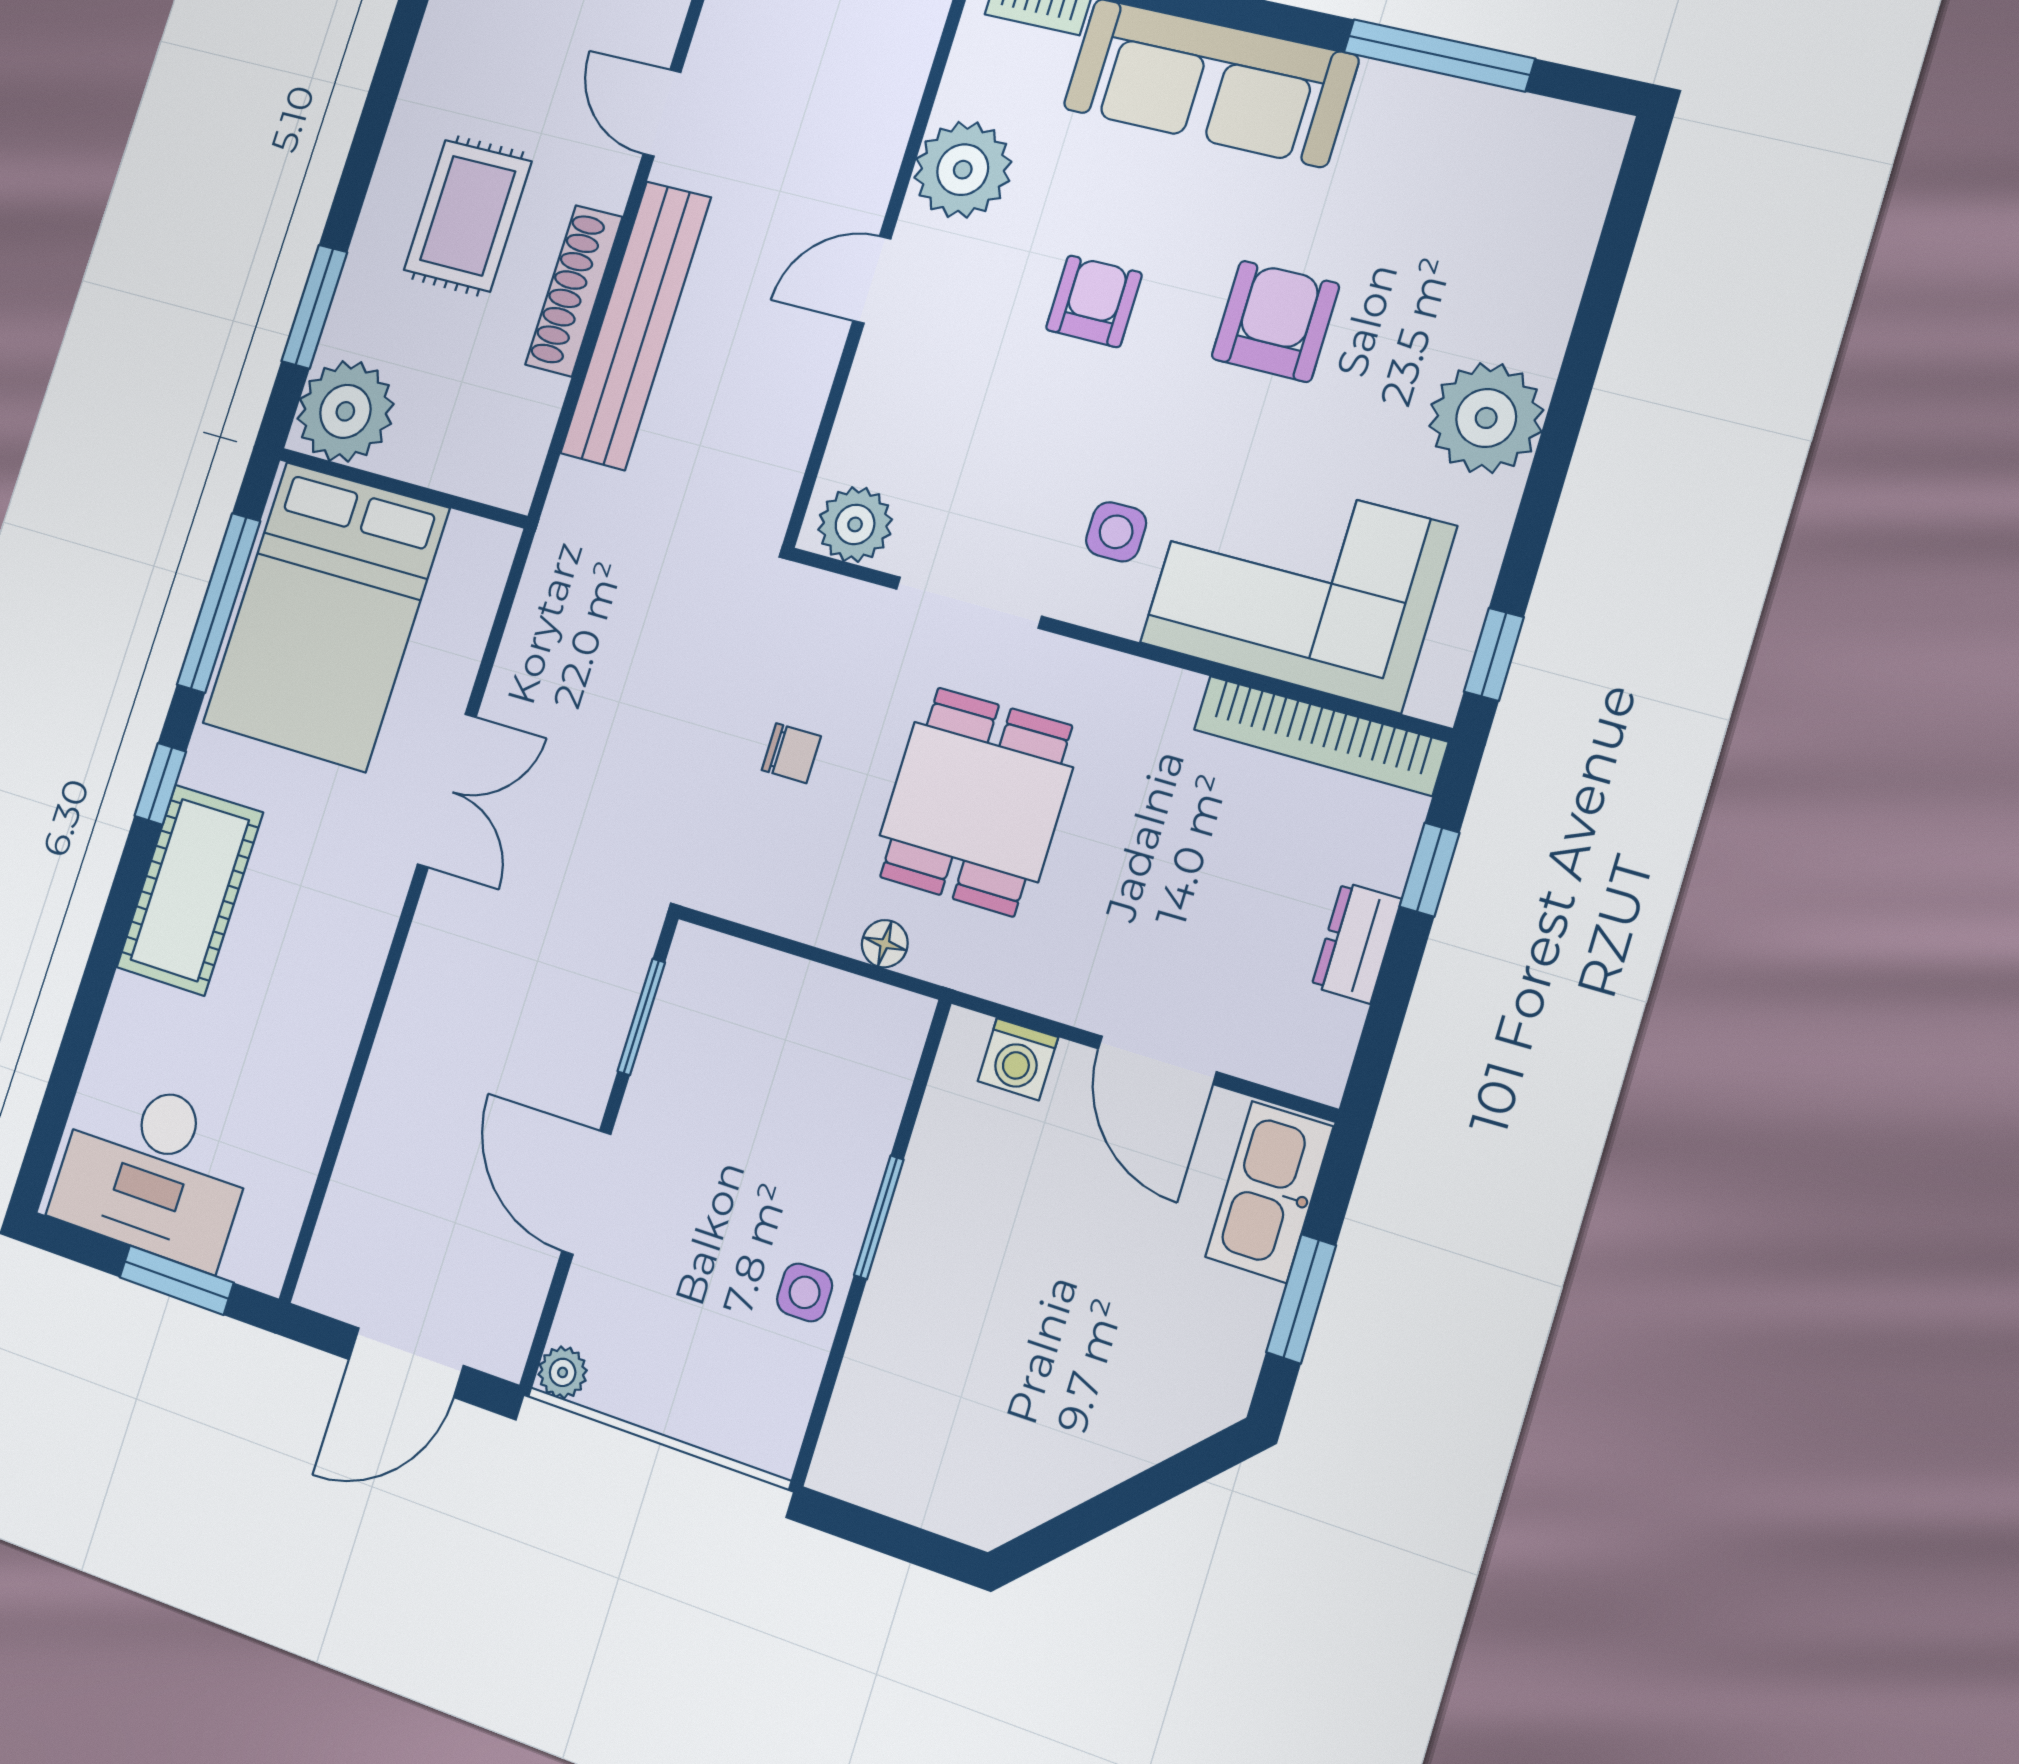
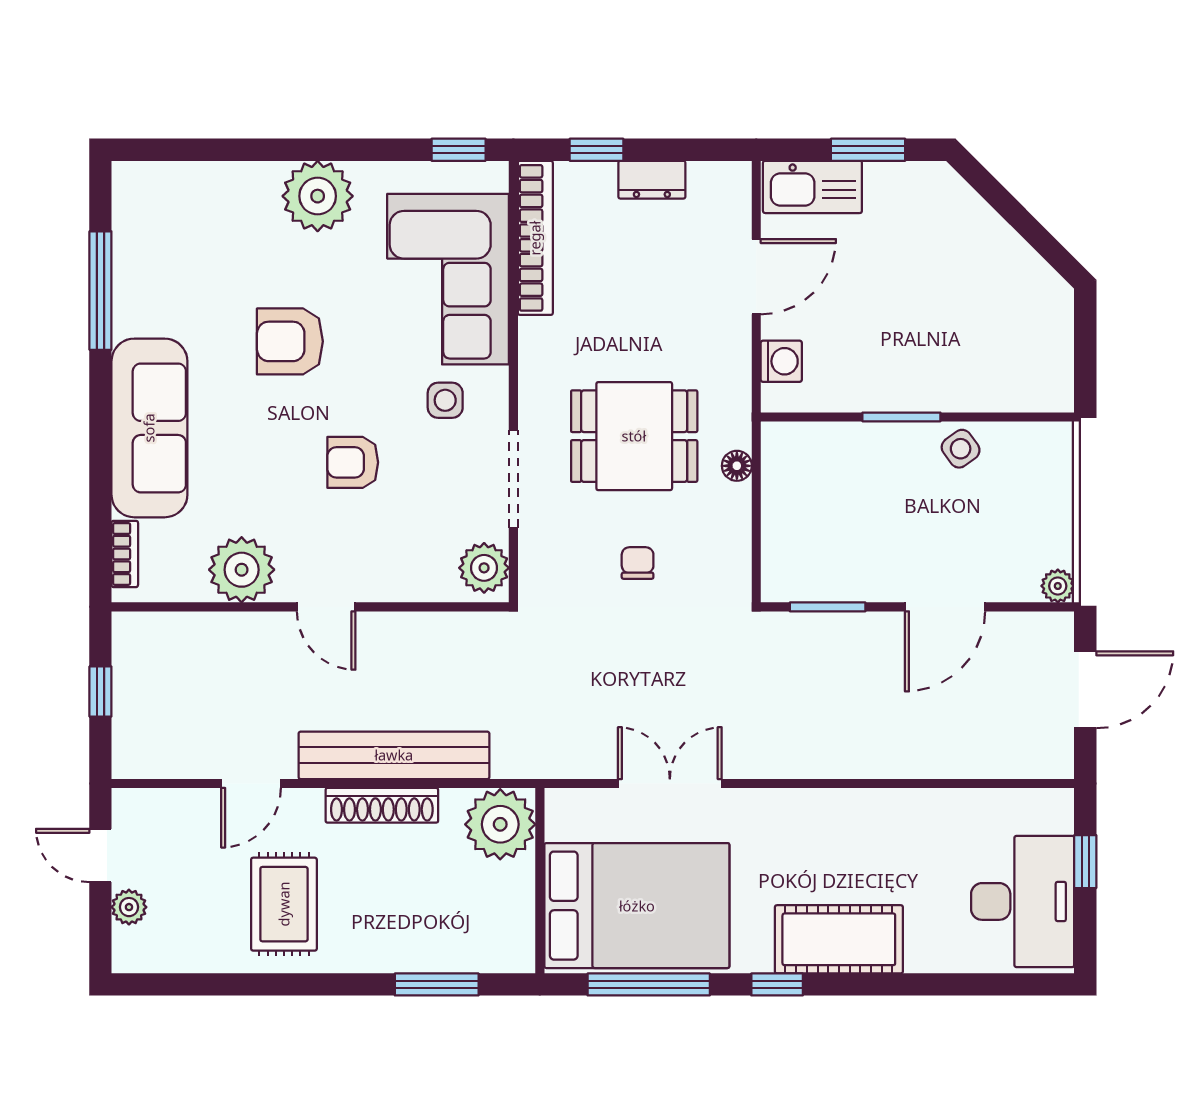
rug: (468, 216) -> (284, 904), moved, turned 90
armchair: (1094, 301) -> (353, 462), moved
plant: (345, 411) -> (500, 824), moved
double door: (447, 791) -> (670, 784), moved
window: (177, 1280) -> (1085, 862), width x0.67
side table: (805, 1292) -> (961, 449), turned -36
door: (406, 1363) -> (1085, 690), hinge flipped

